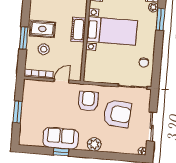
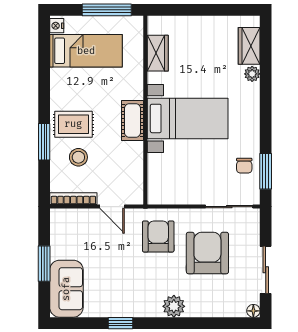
window: (161, 19) -> (266, 171), moved
door: (62, 81) -> (112, 207), swing flipped
armchair: (117, 114) -> (207, 253), turned -95
sofa: (61, 138) -> (66, 289), moved, turned 90

